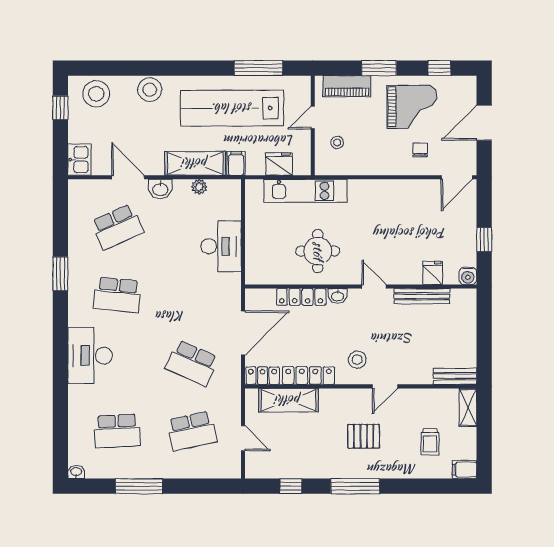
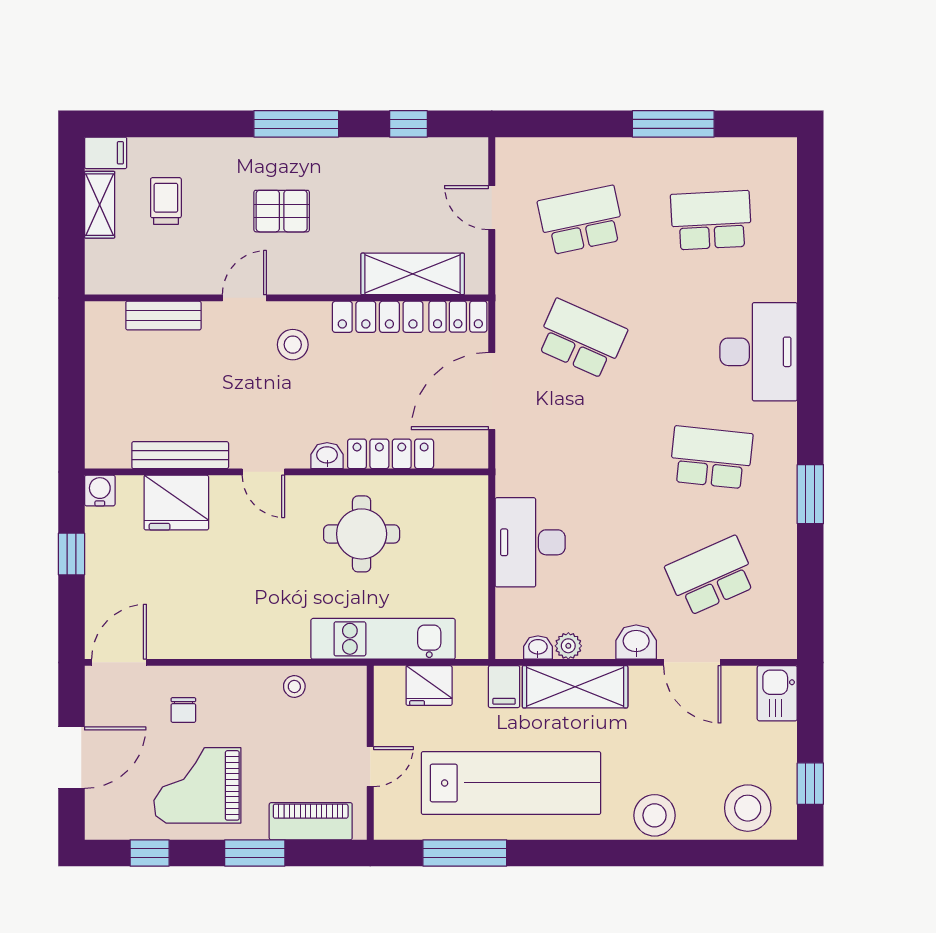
stool: (337, 142) -> (294, 686), moved
fridge: (433, 273) -> (176, 503), width x1.88, depth x1.34
bench: (455, 376) -> (163, 316), moved
shelving: (468, 407) -> (100, 205), moved
washbasin: (76, 472) -> (538, 647), moved, turned 180

